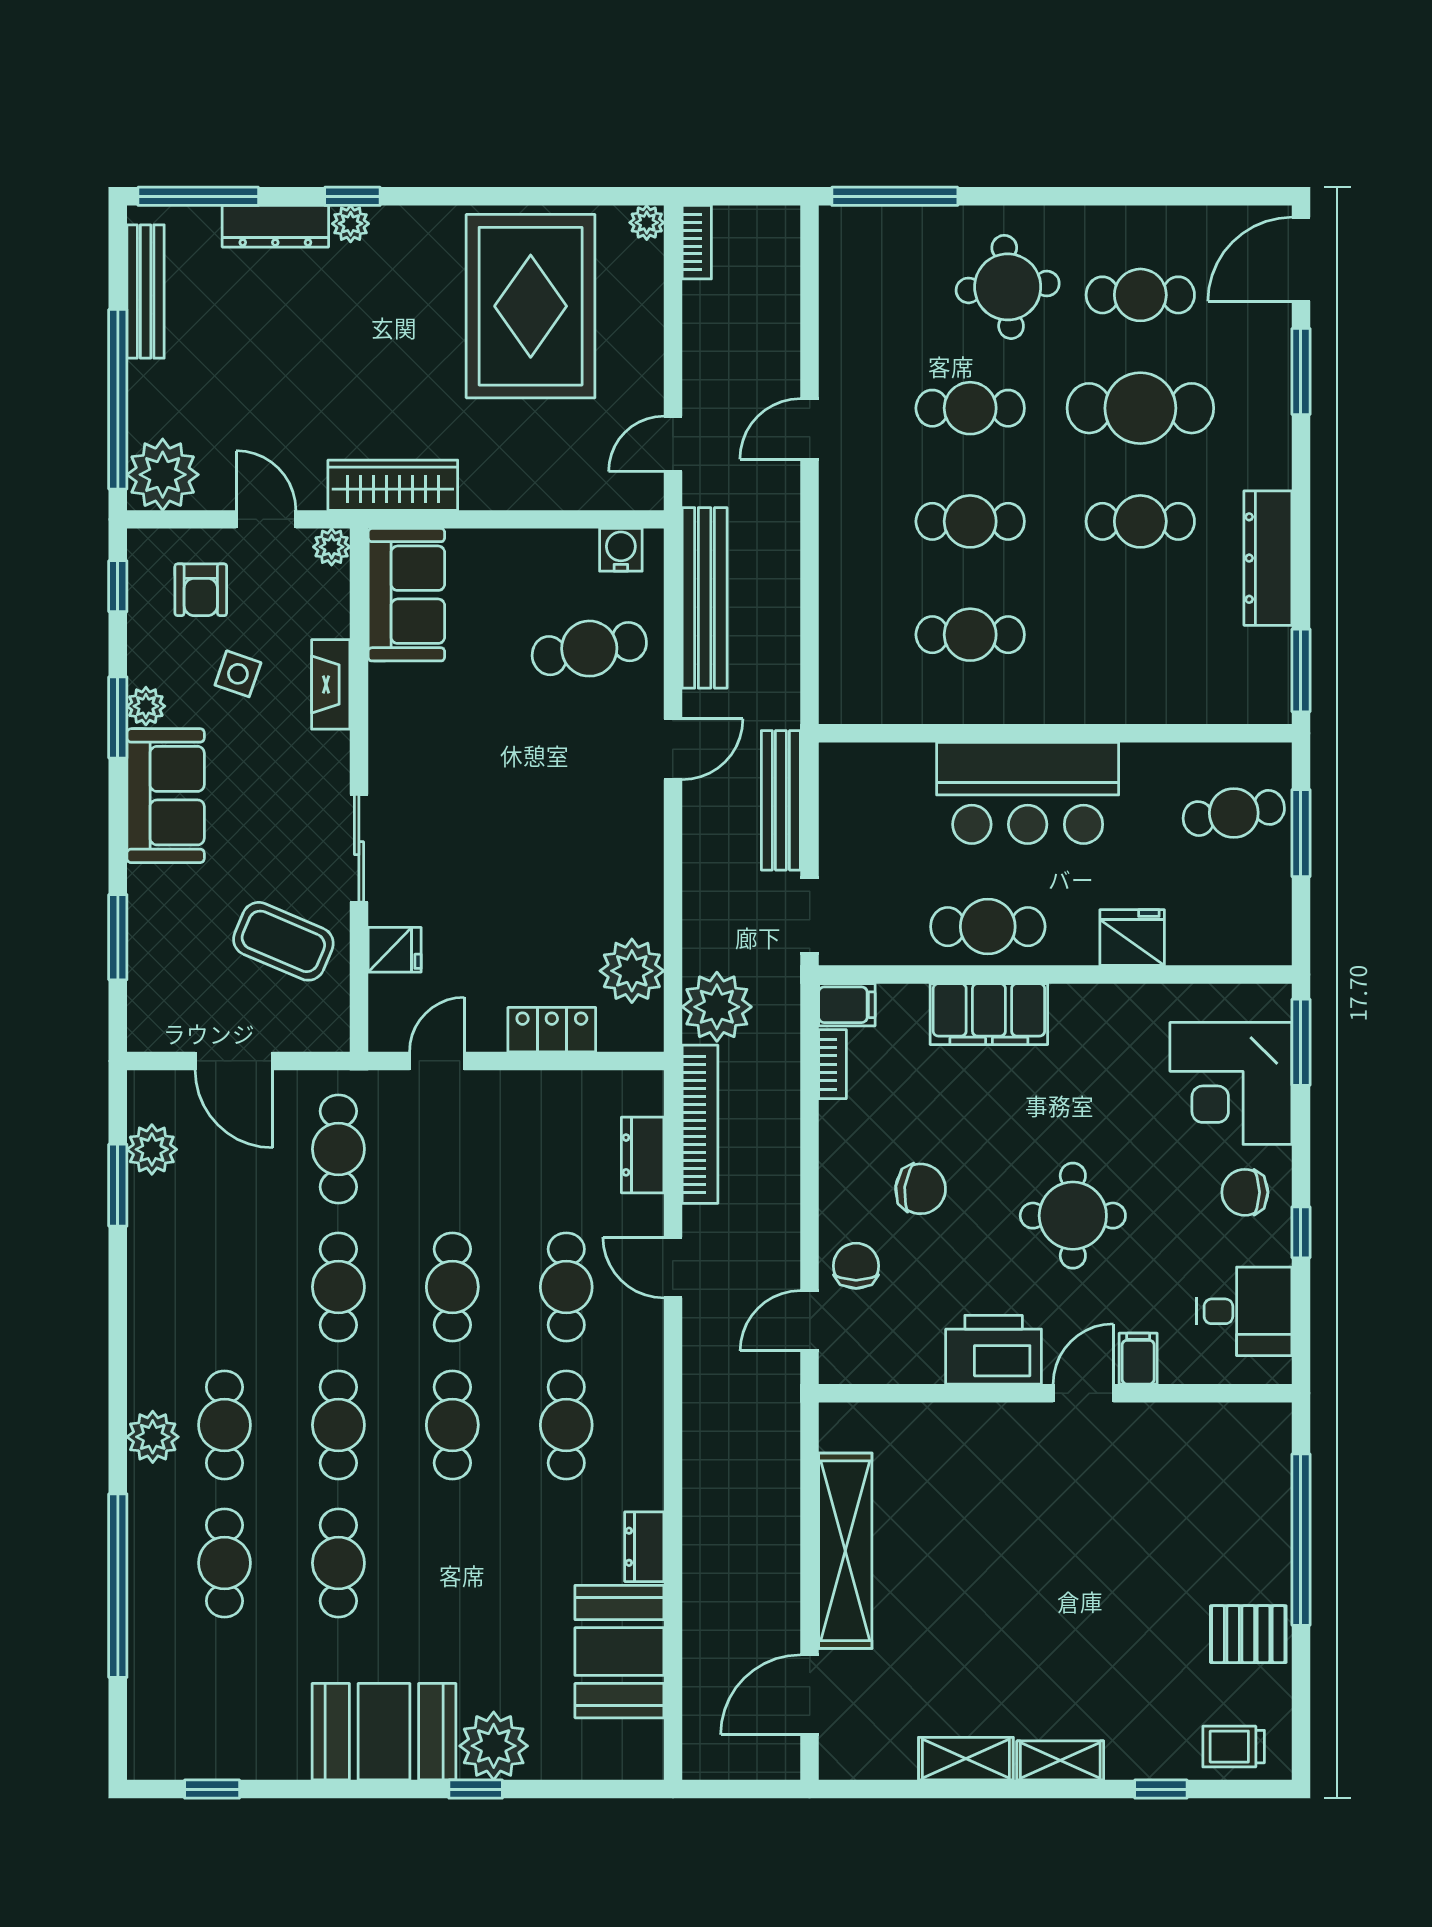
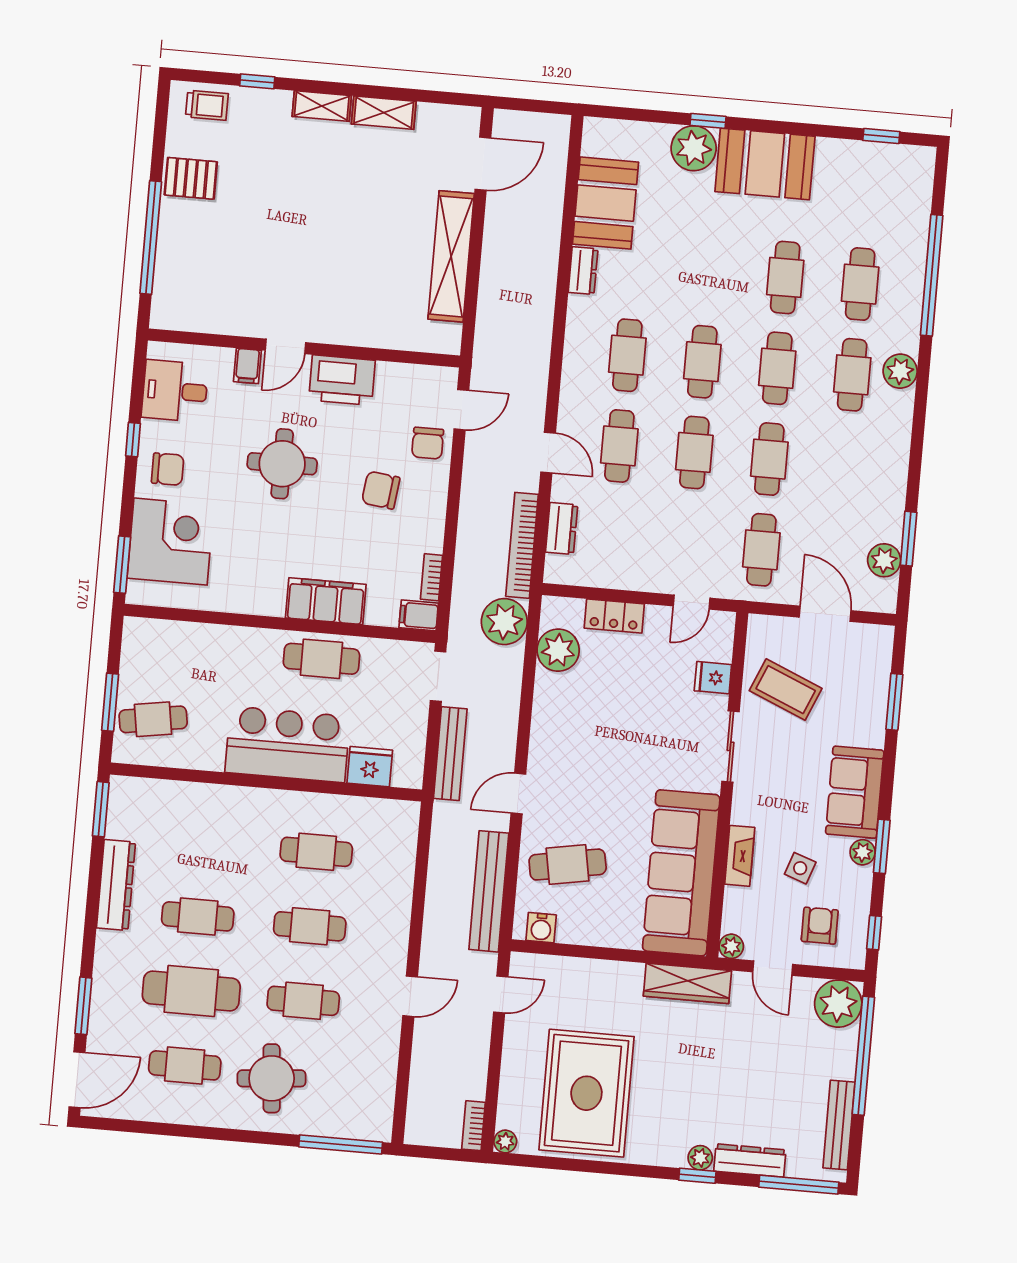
sofa: (406, 595) -> (681, 873), width x1.85, depth x1.27
fridge: (1132, 938) -> (370, 767), moved, turned 180

